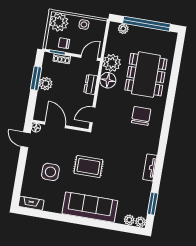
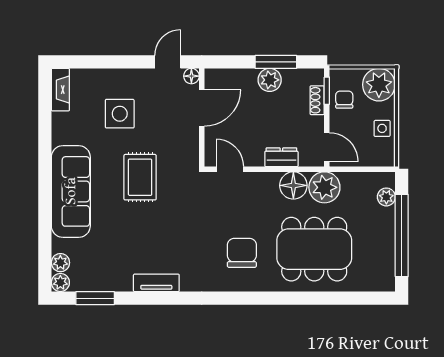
chair: (141, 116) -> (242, 253), turned -90

